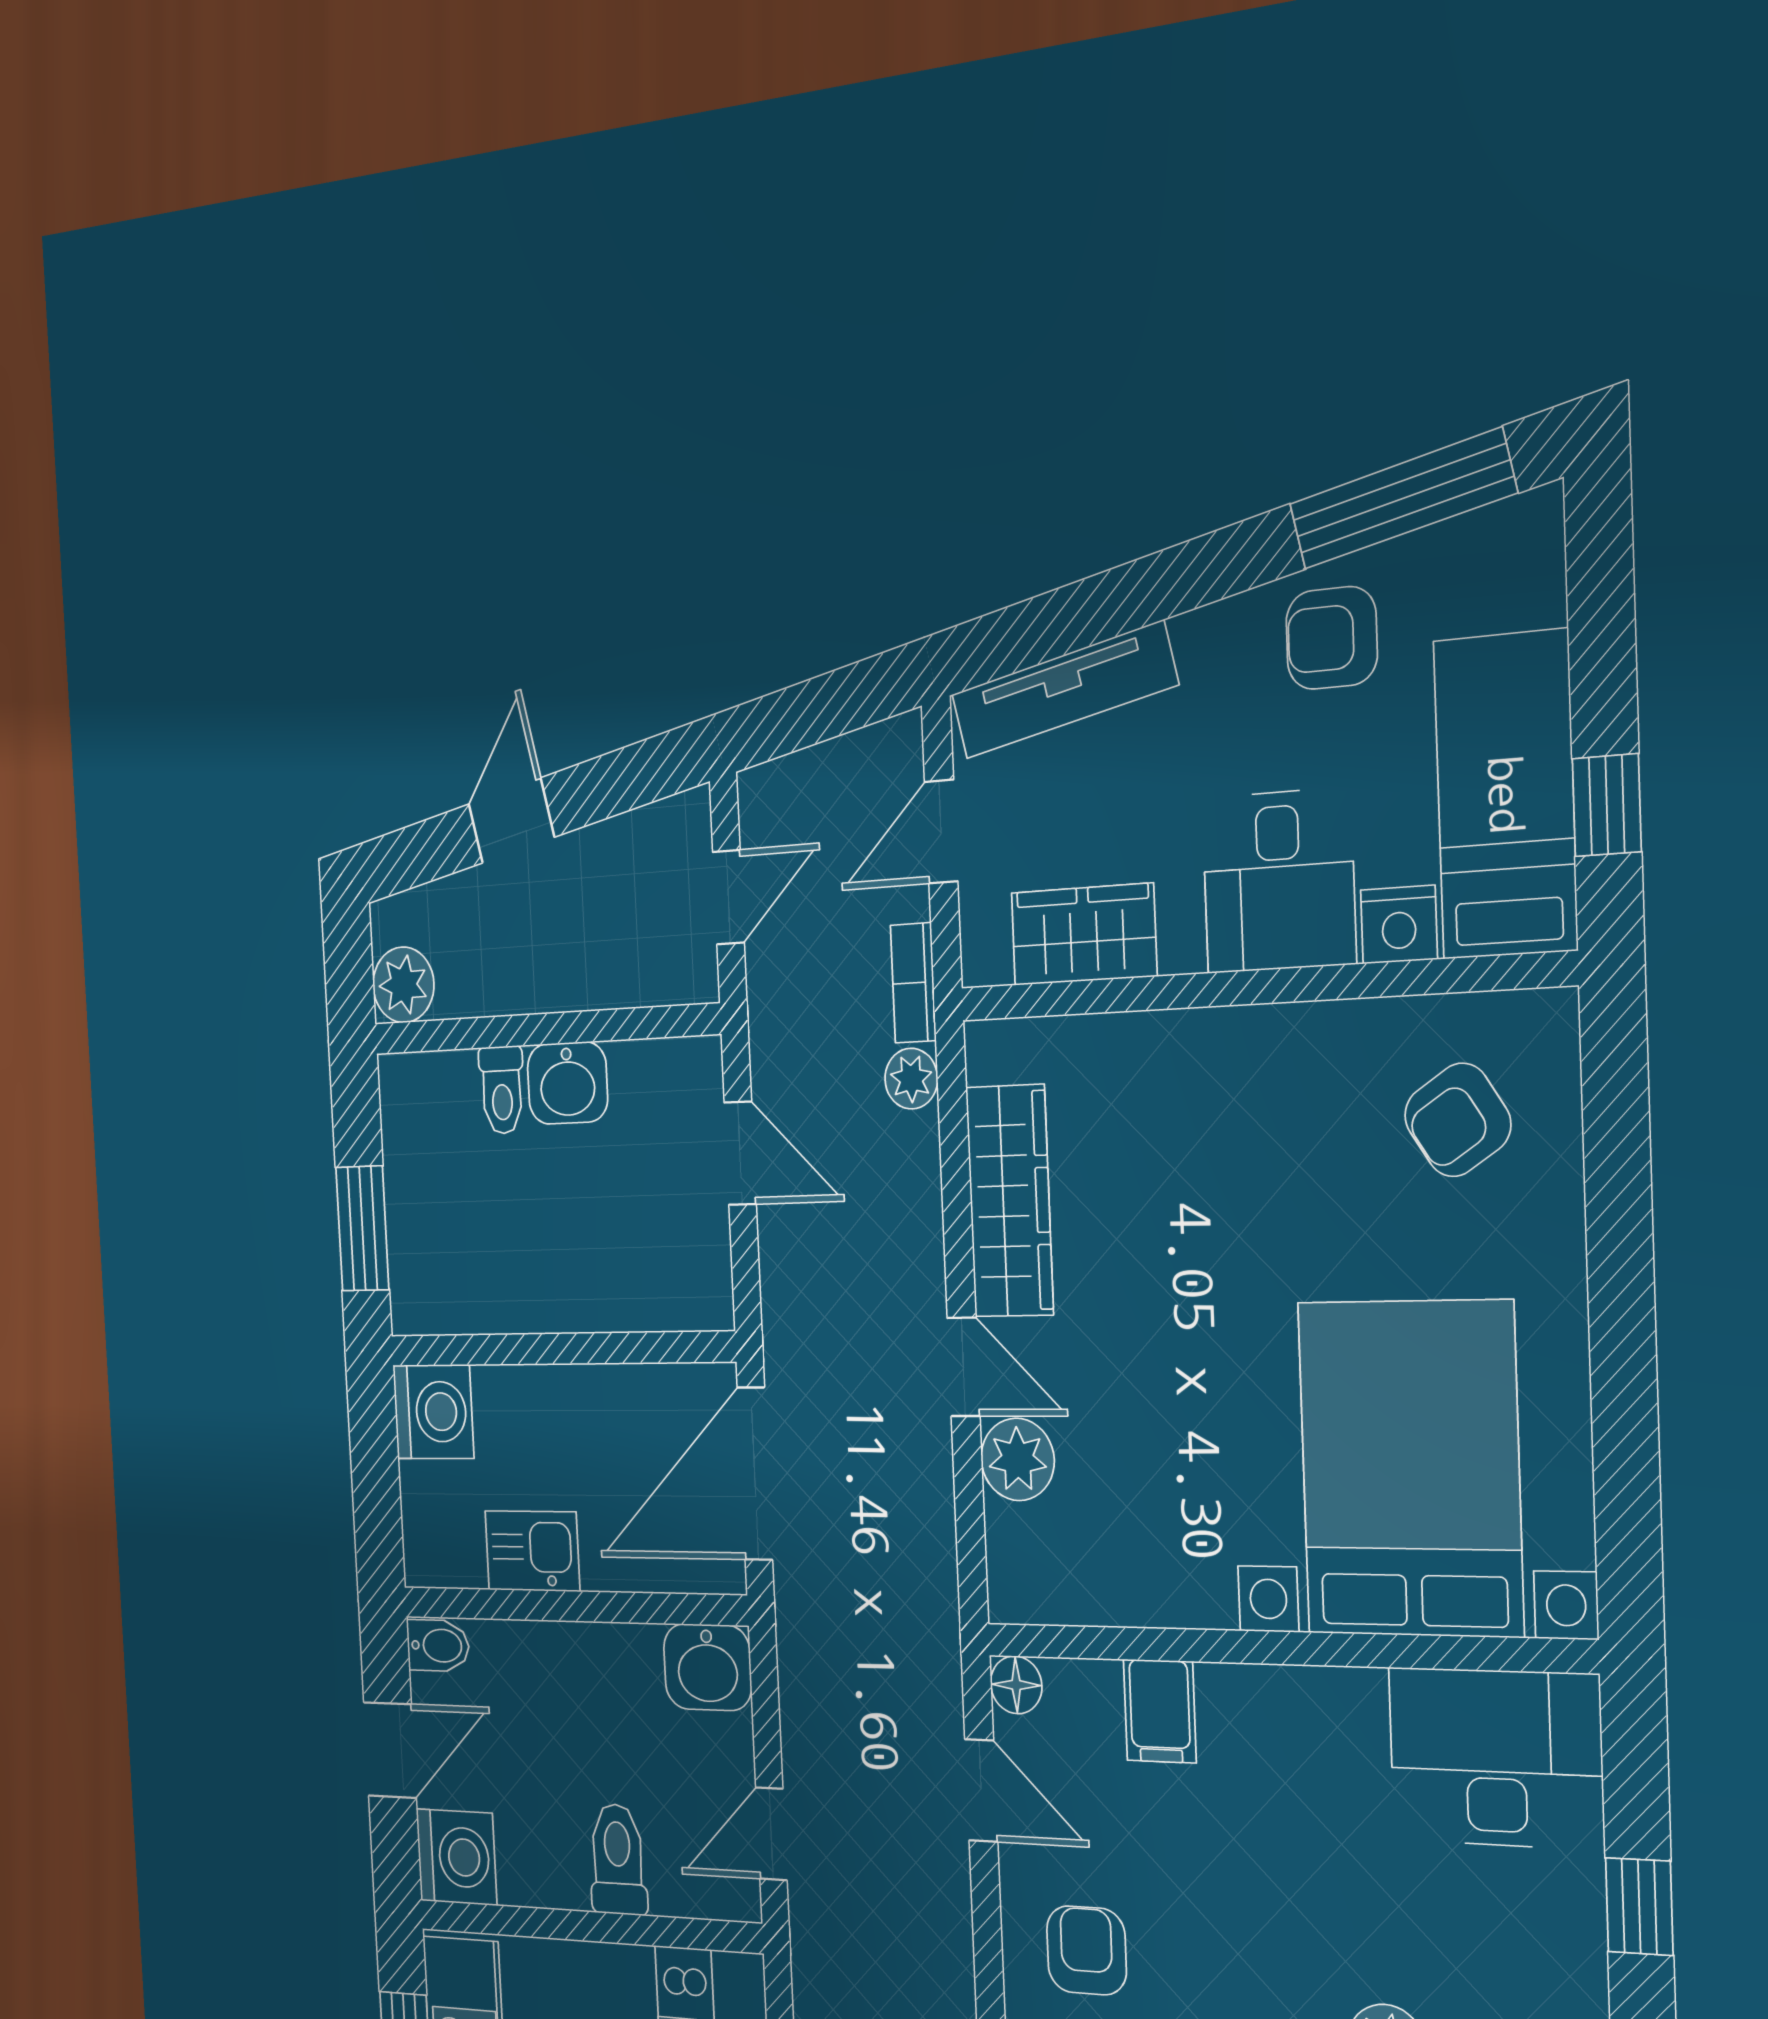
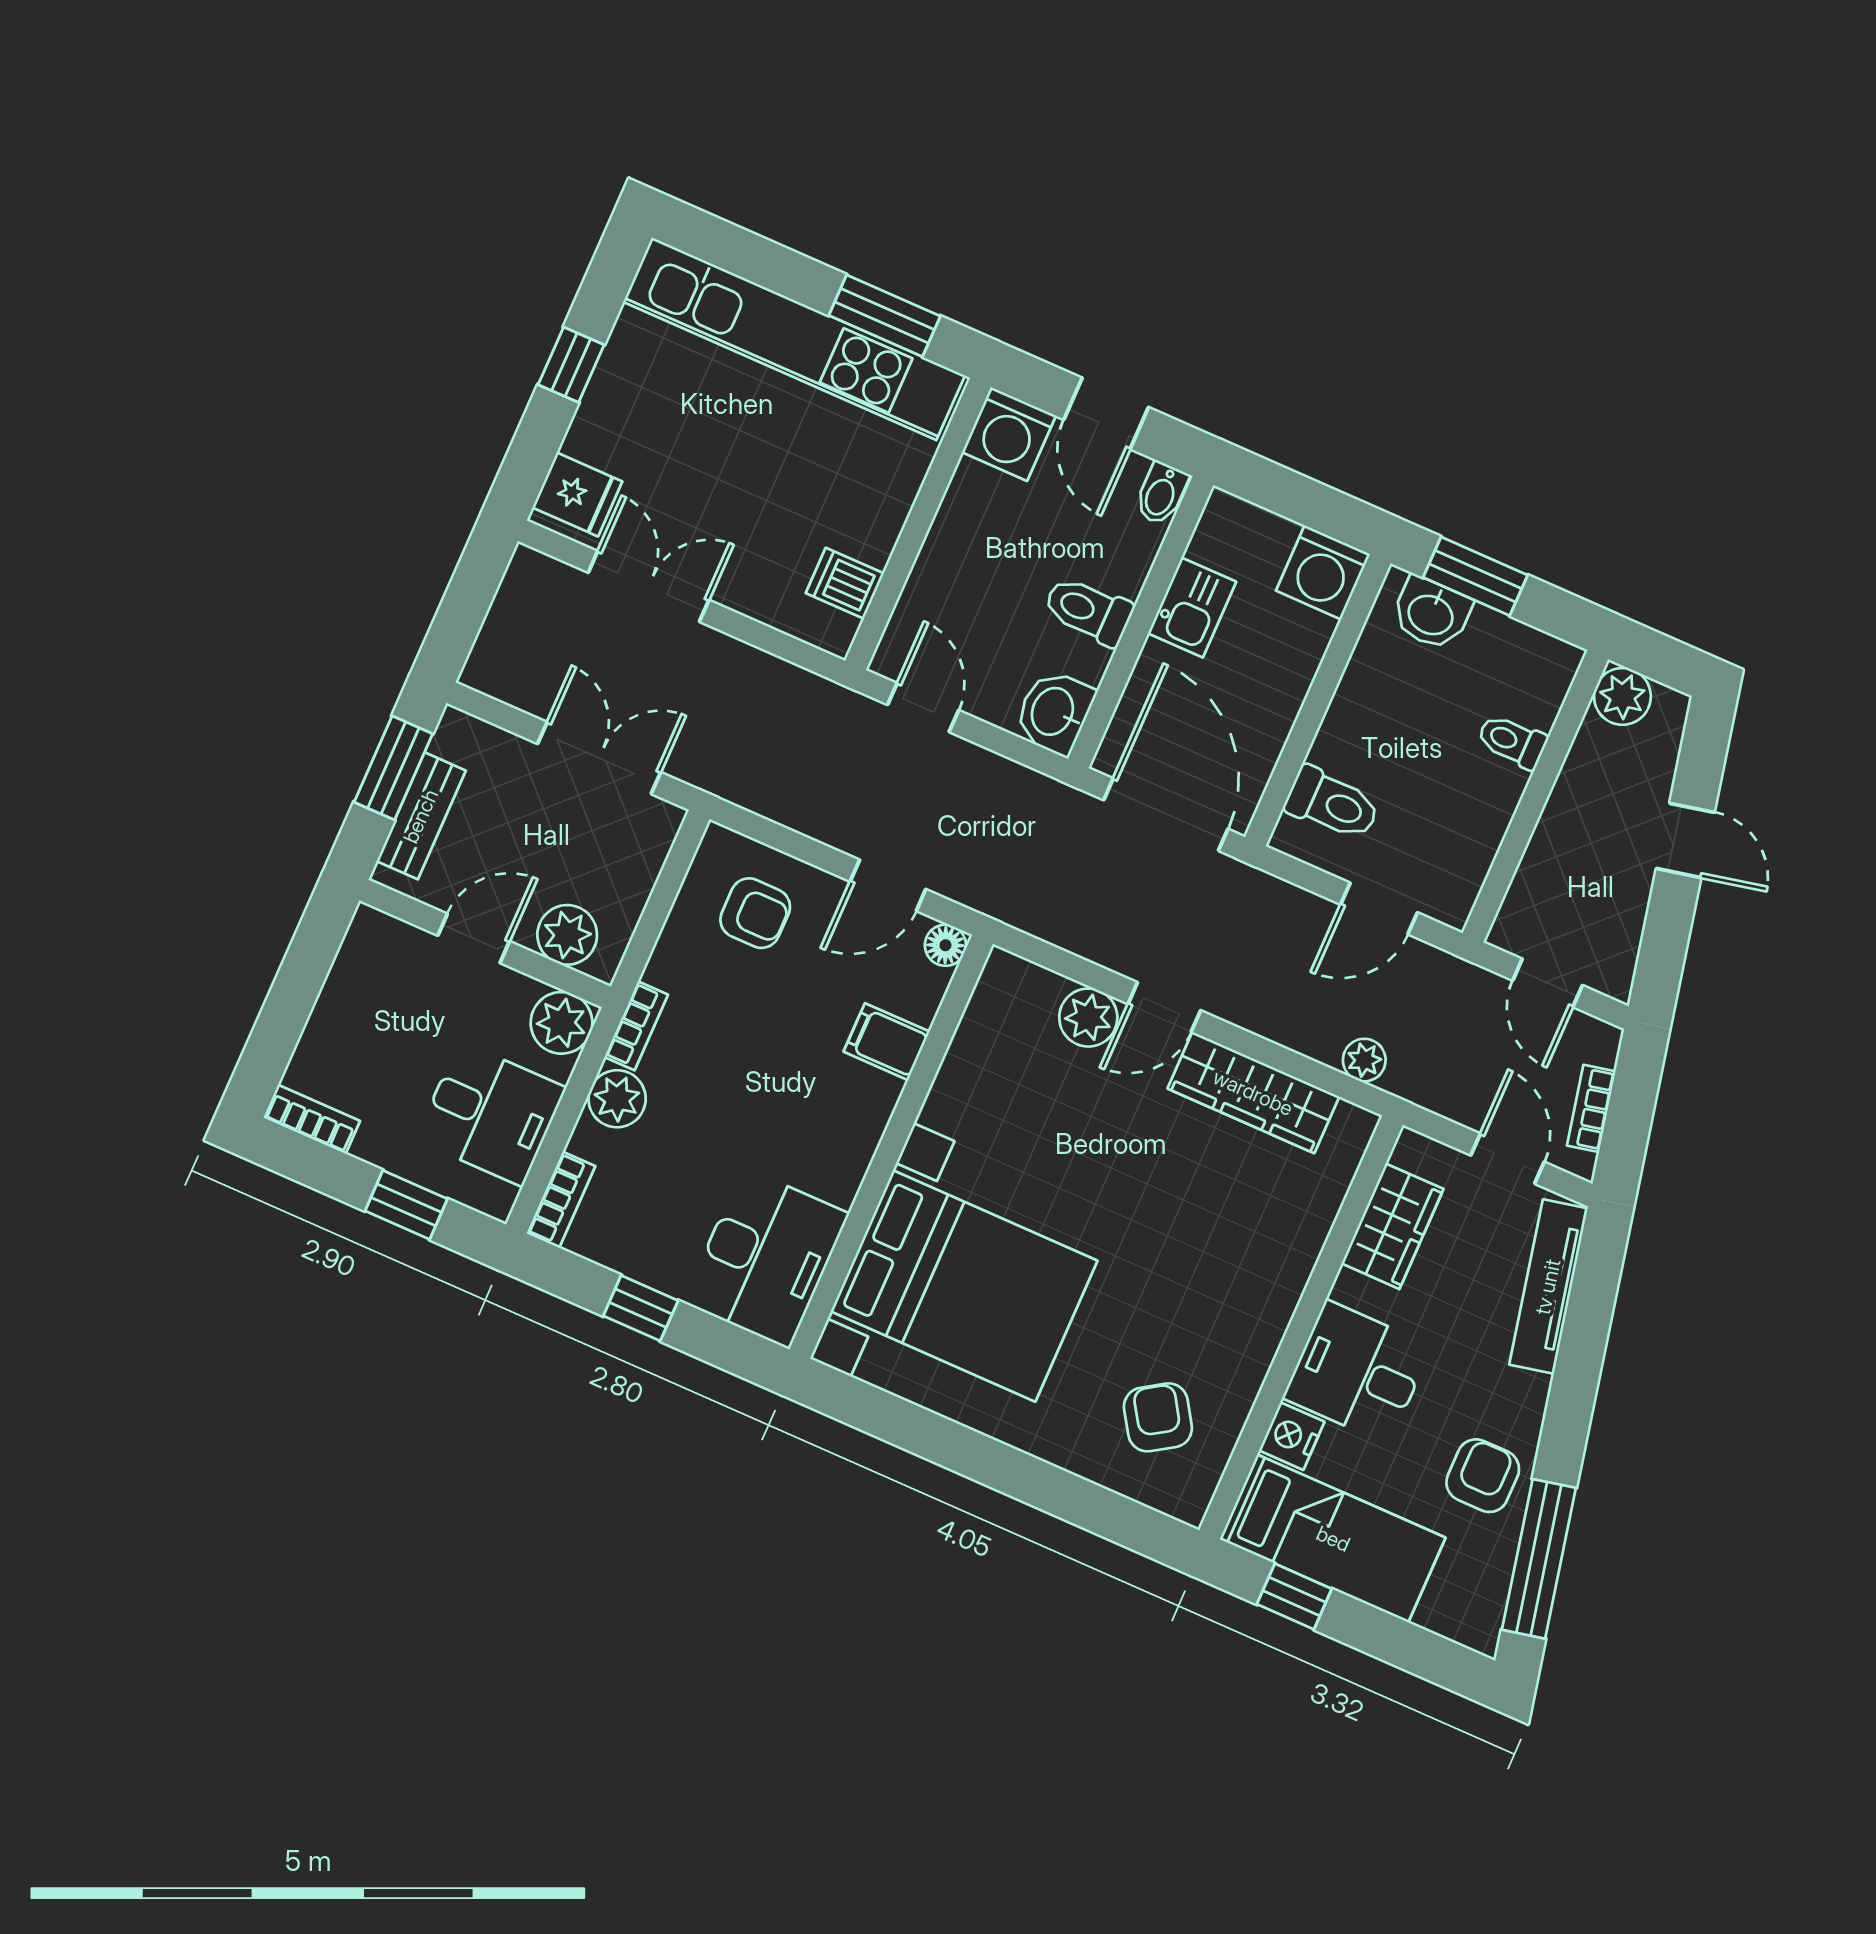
bookcase: (913, 983) -> (1591, 1108), moved, turned -102
washbasin: (568, 1083) -> (1431, 613), moved, turned -90
toilet: (656, 1273) -> (1332, 804), added
toilet: (618, 1859) -> (1088, 611), moved, turned 180

